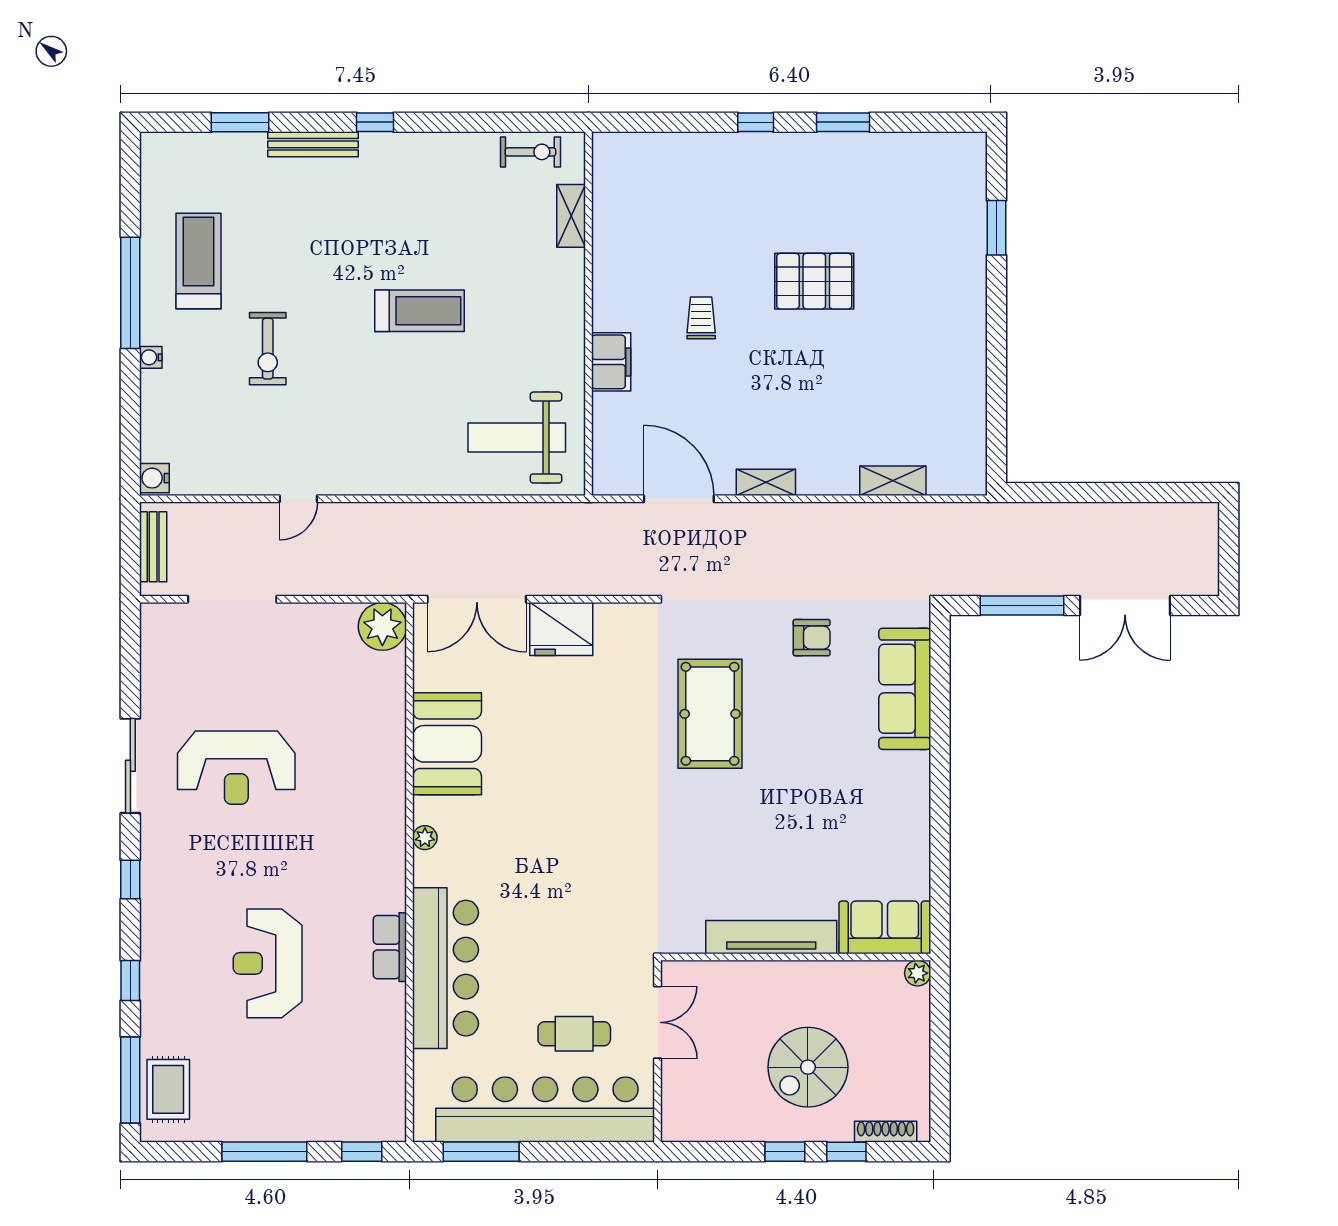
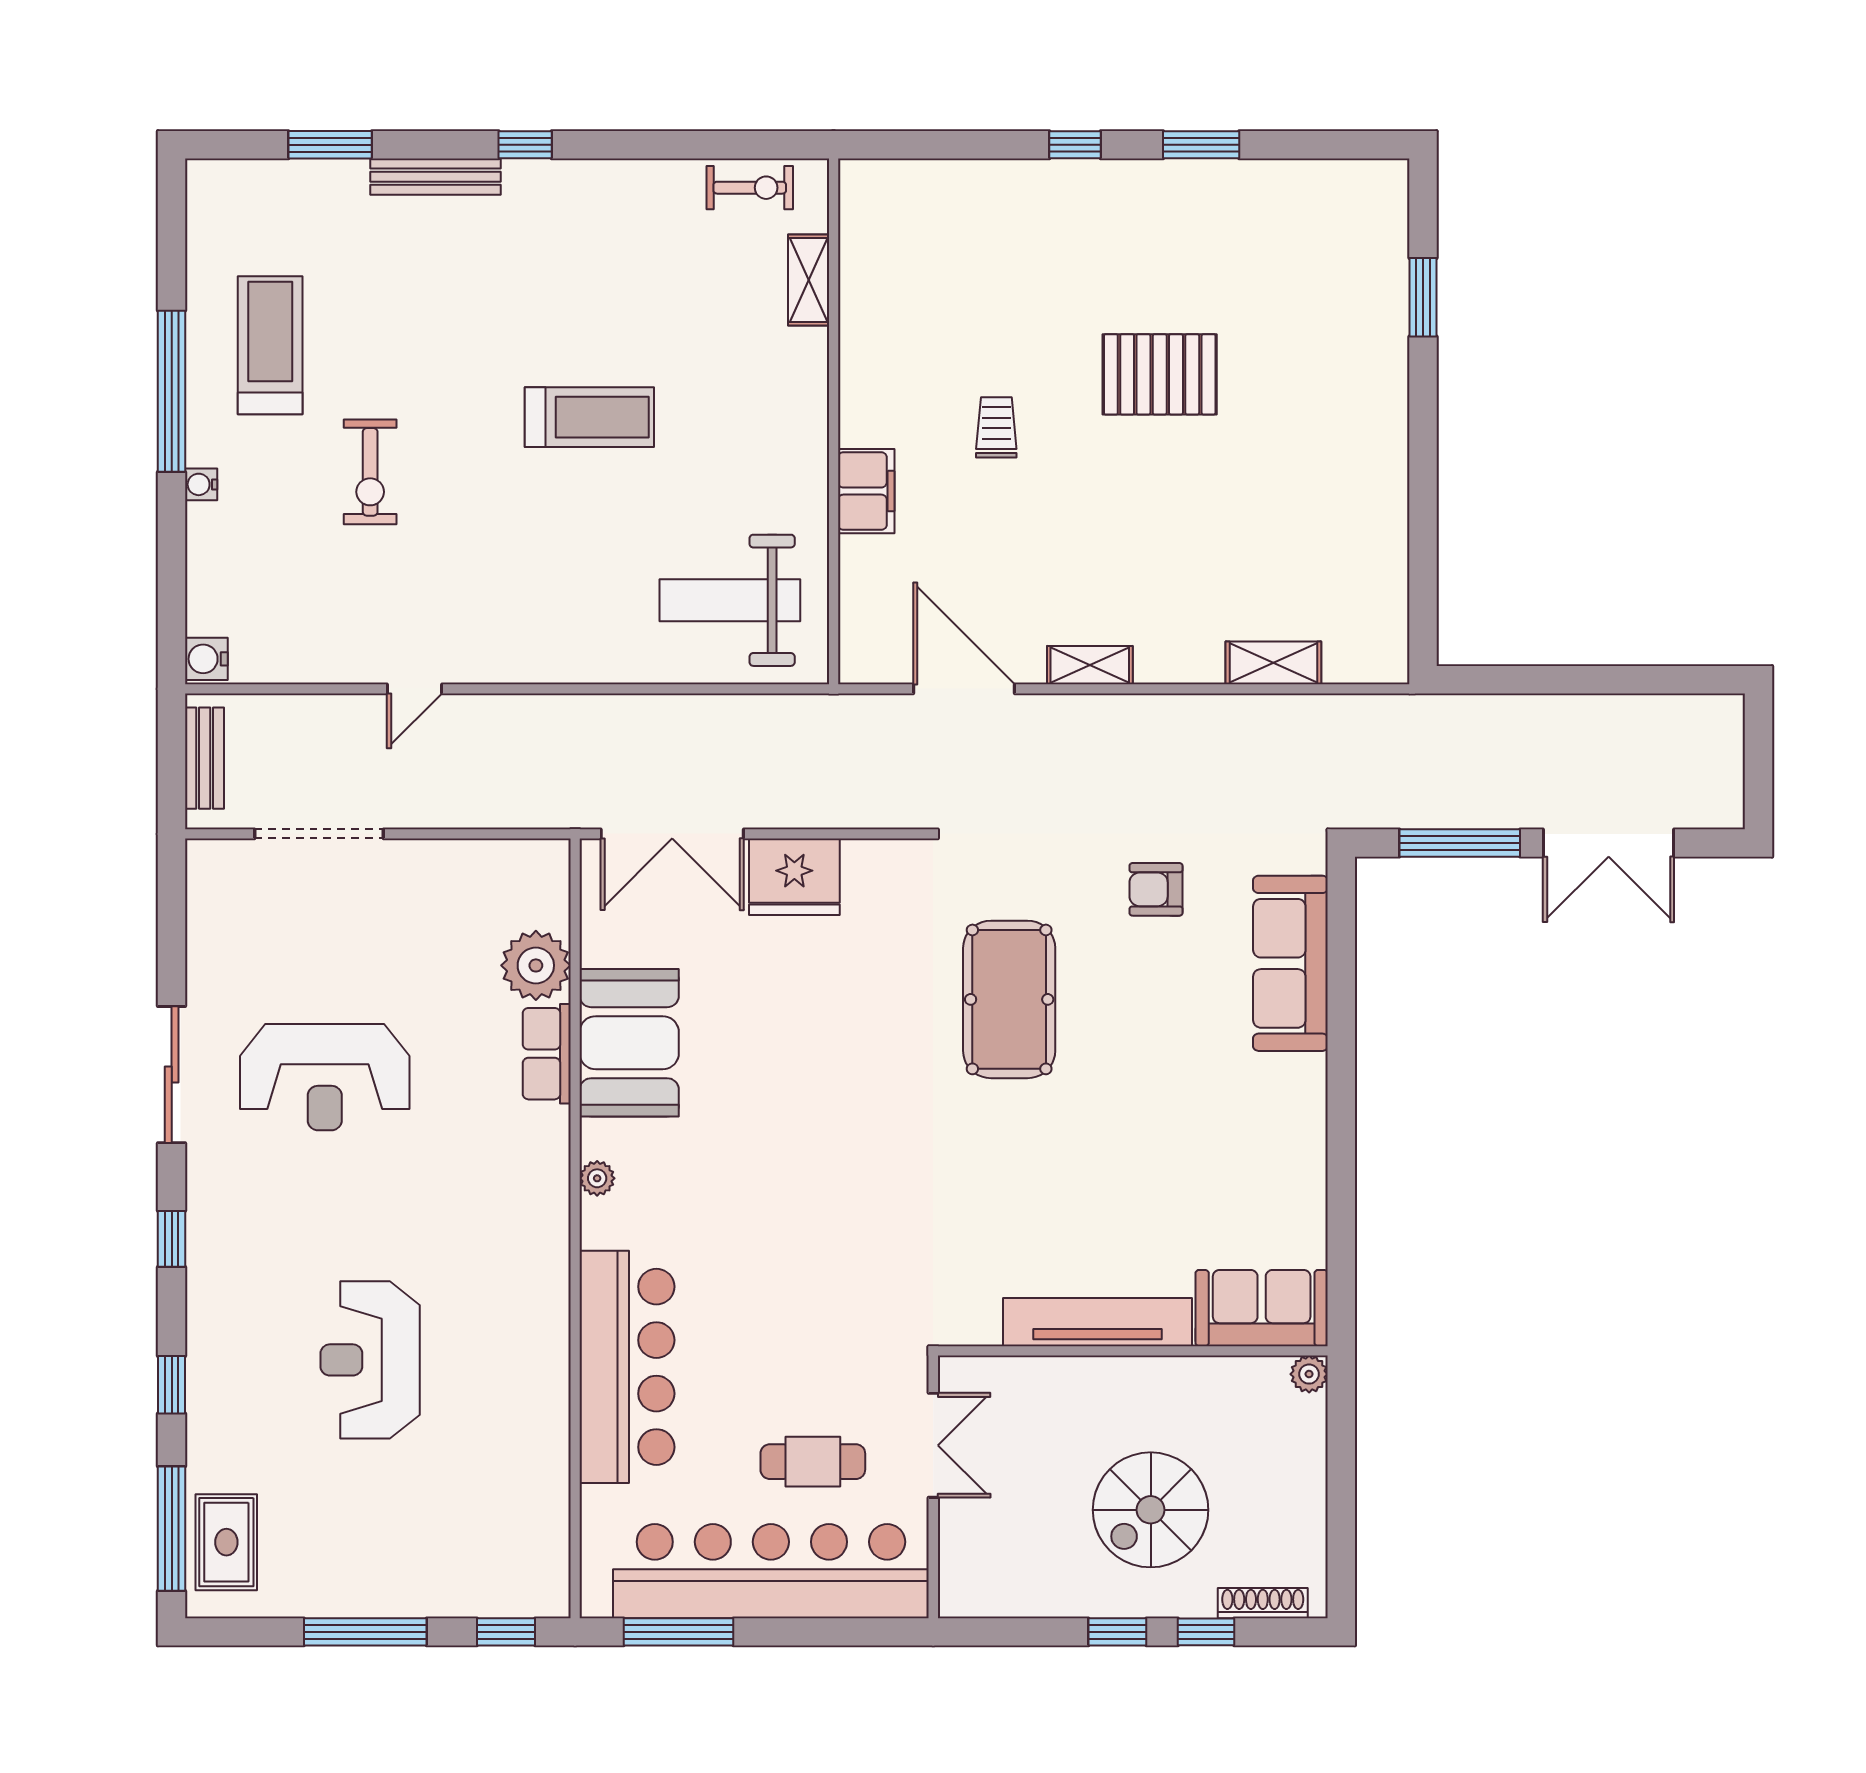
plant: (382, 626) -> (536, 965), moved
armchair: (812, 638) -> (1156, 889), turned 180
row of seats: (390, 947) -> (547, 1054), moved

